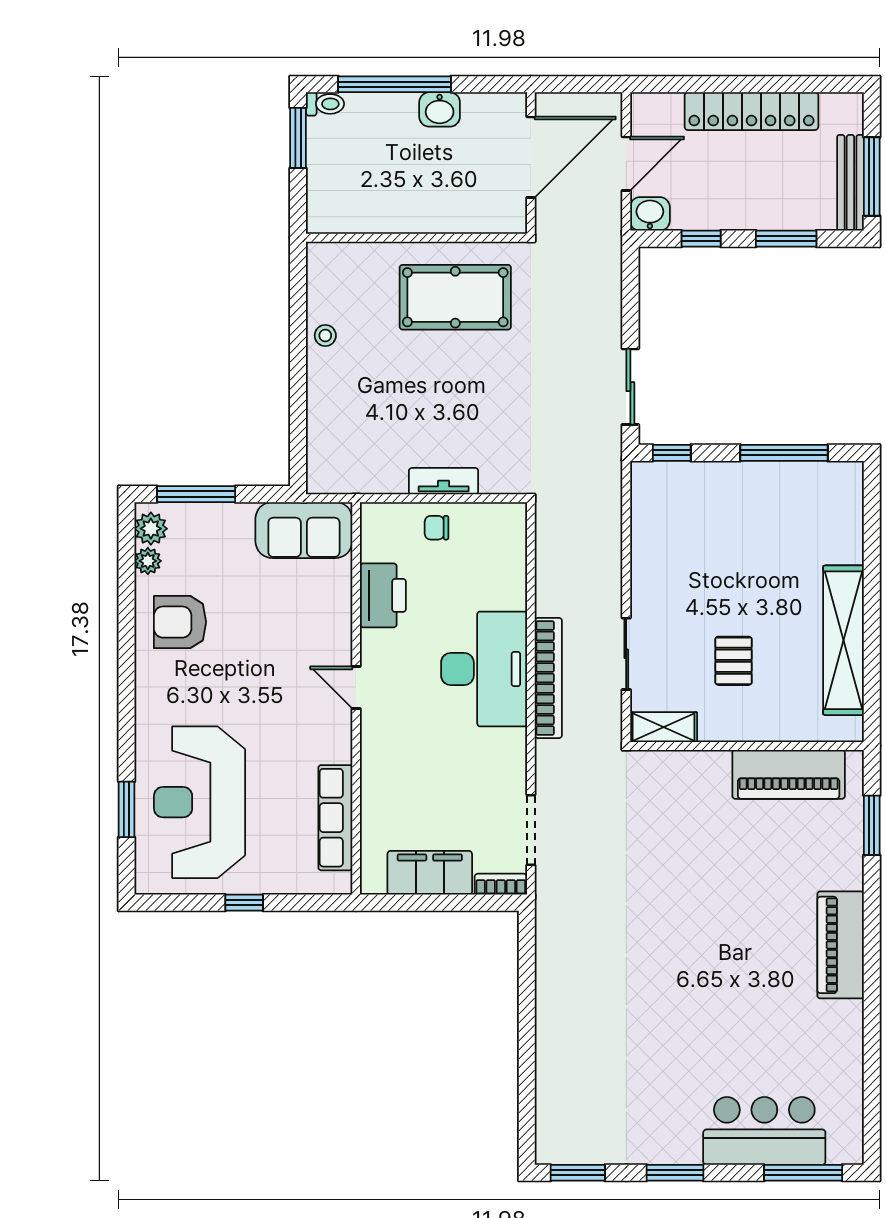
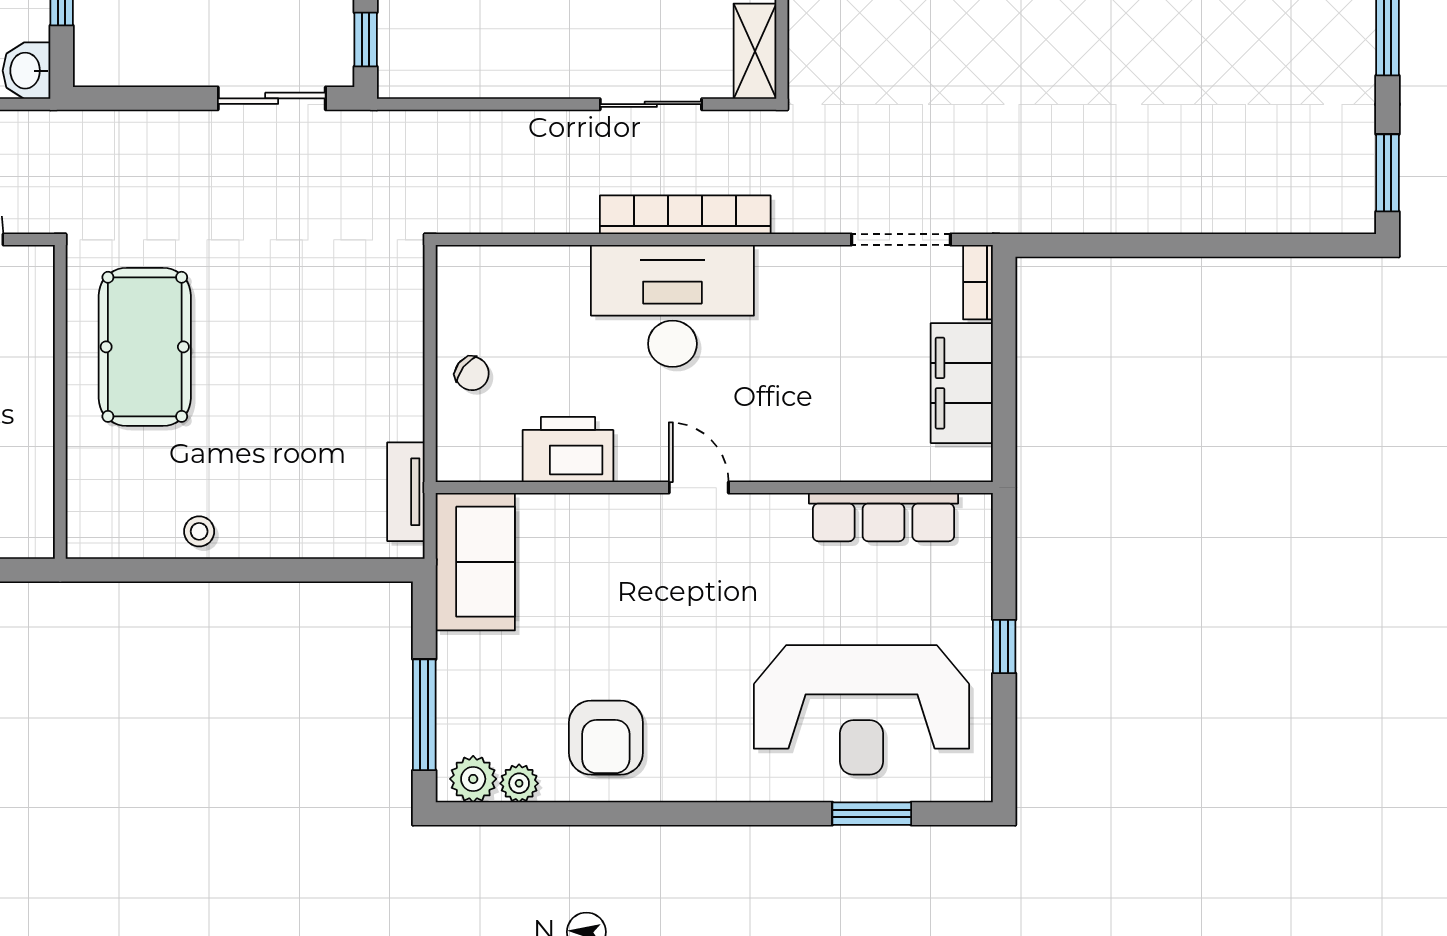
tv unit: (444, 481) -> (406, 492), moved
chair: (437, 528) -> (472, 373), turned -52
door: (356, 688) -> (699, 488), swing flipped

